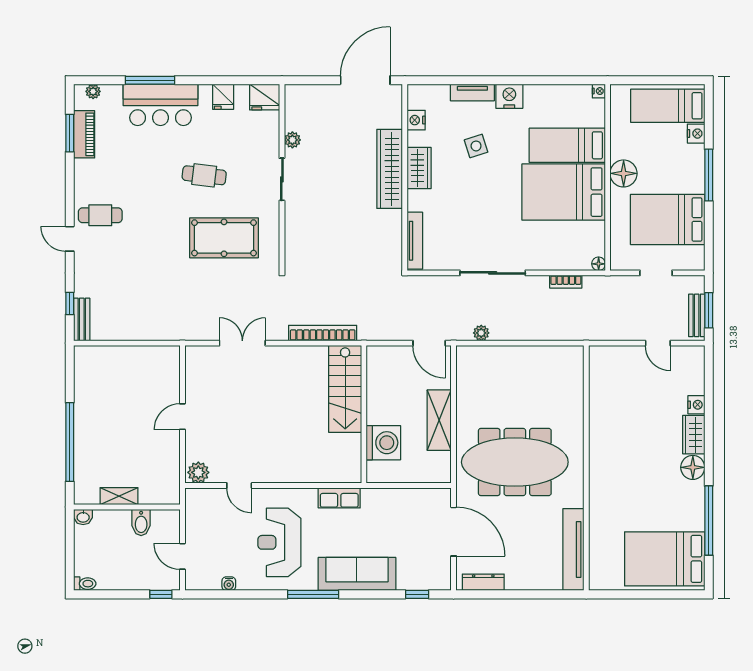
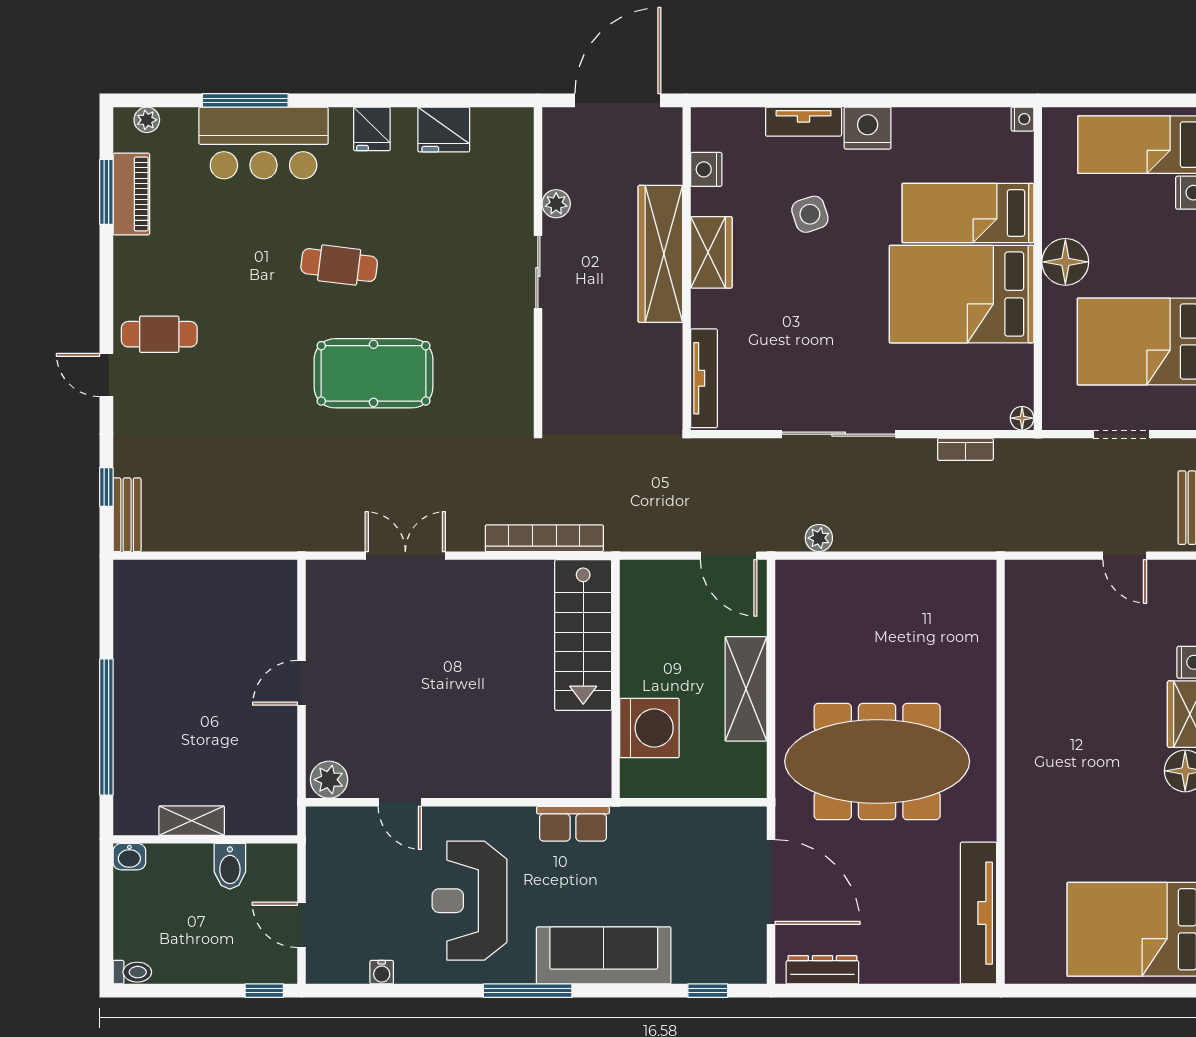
plant: (292, 140) -> (556, 204), moved
wall: (282, 177) -> (538, 269), moved
sliding door: (282, 179) -> (538, 272), moved

